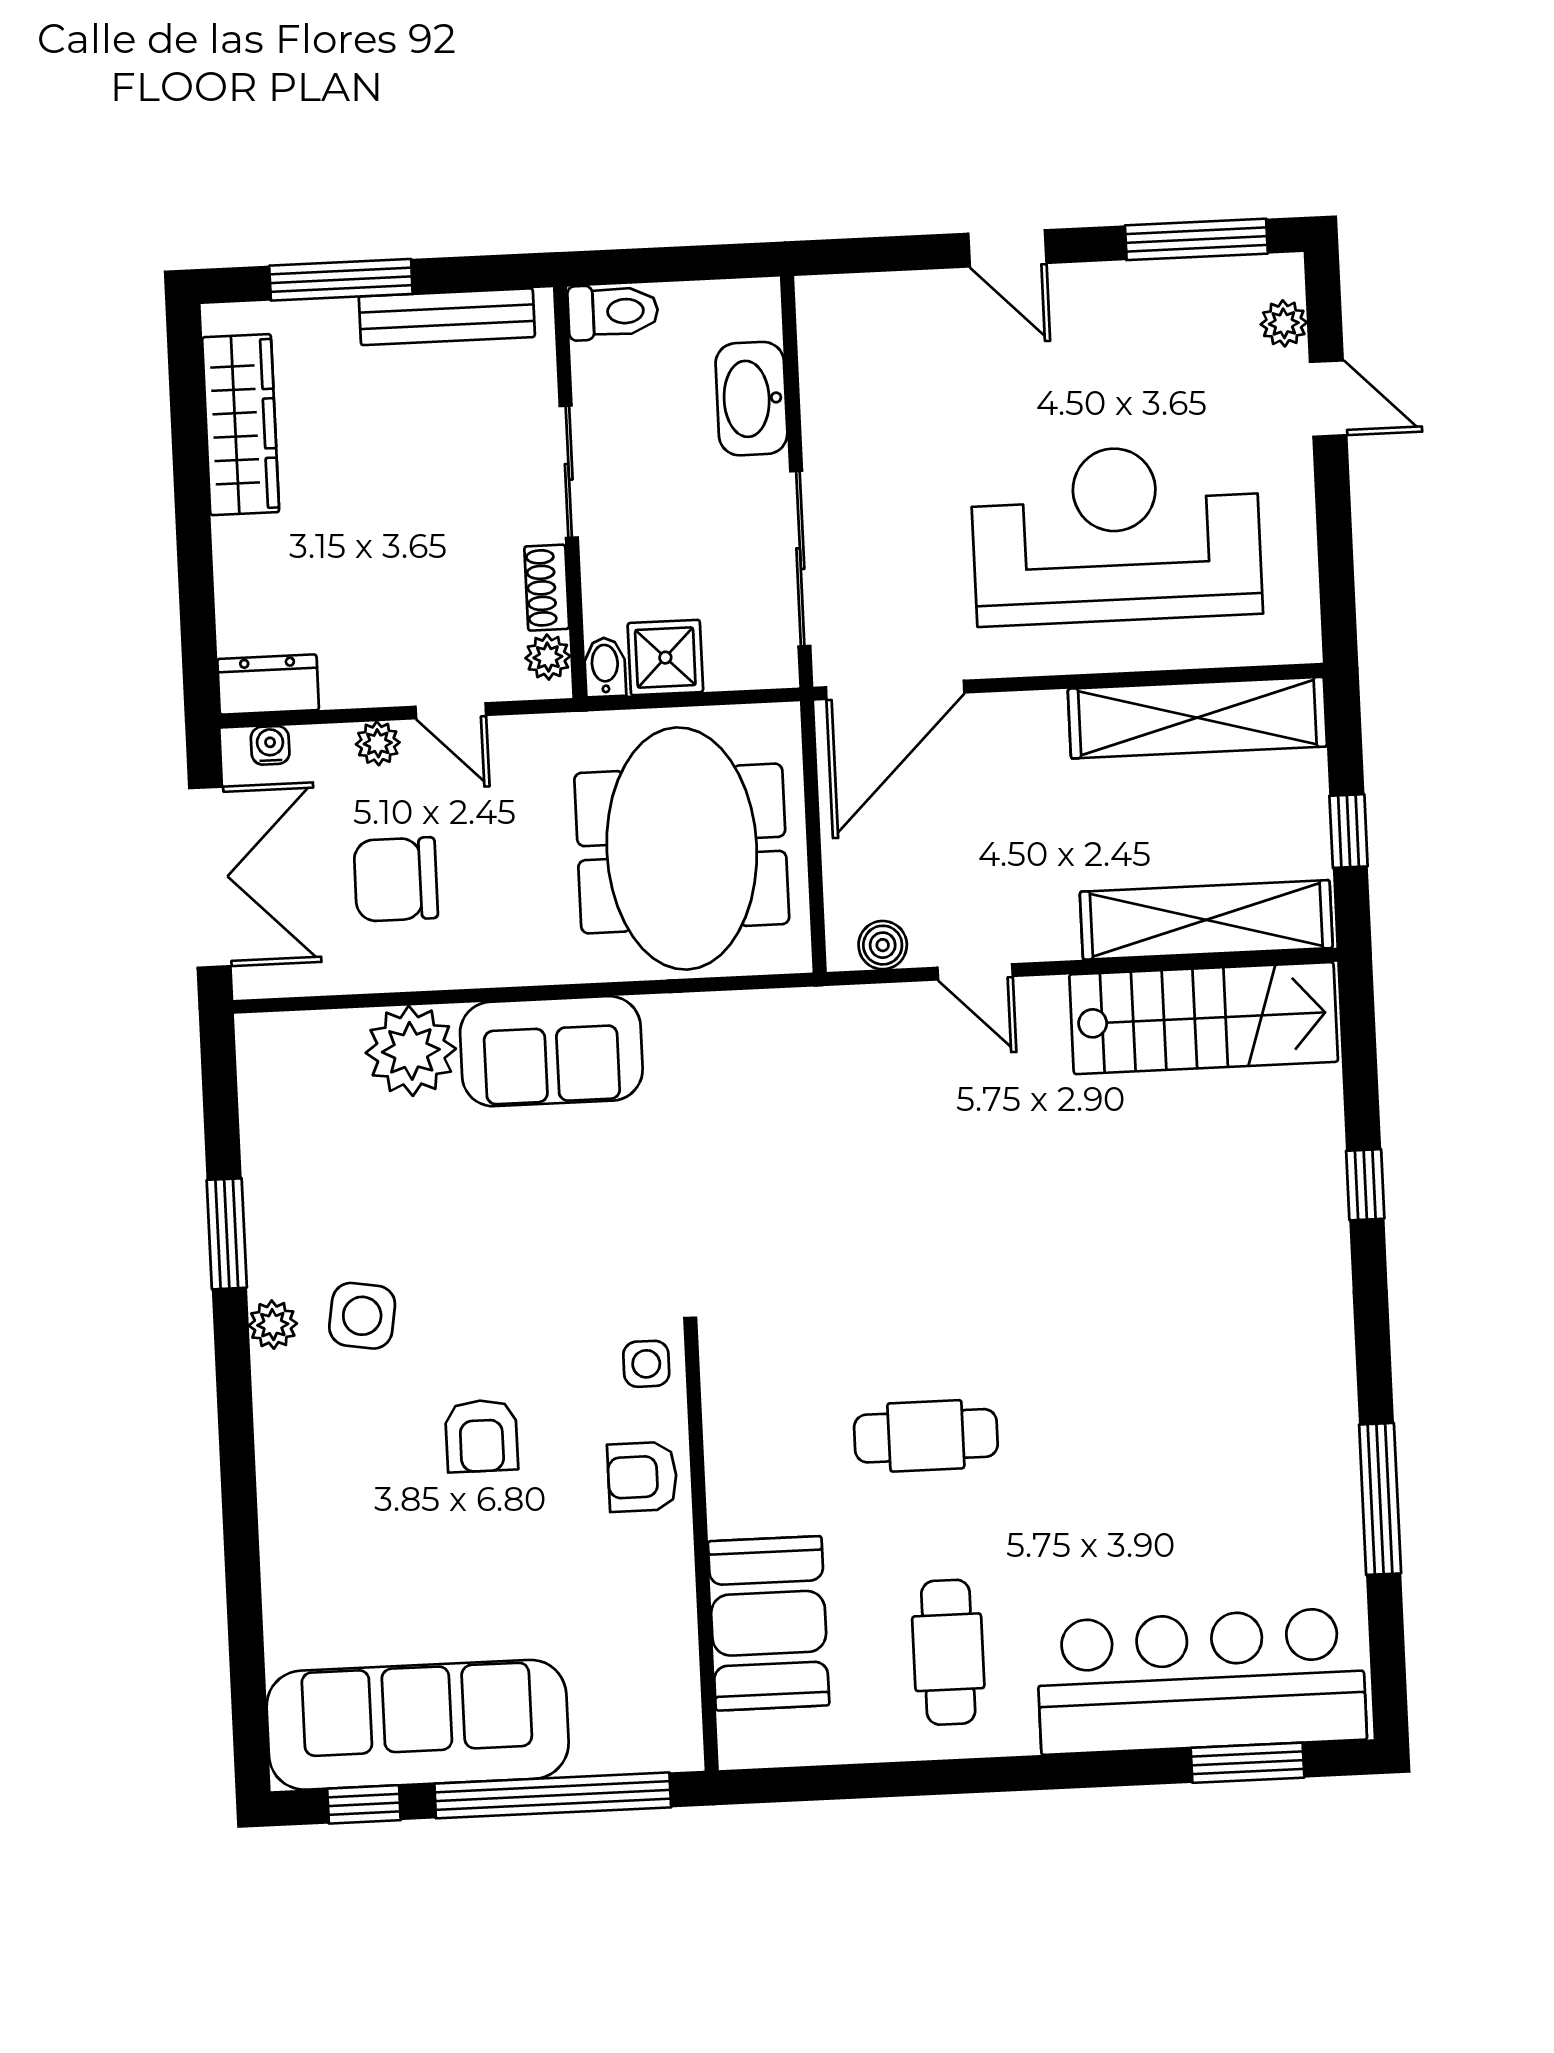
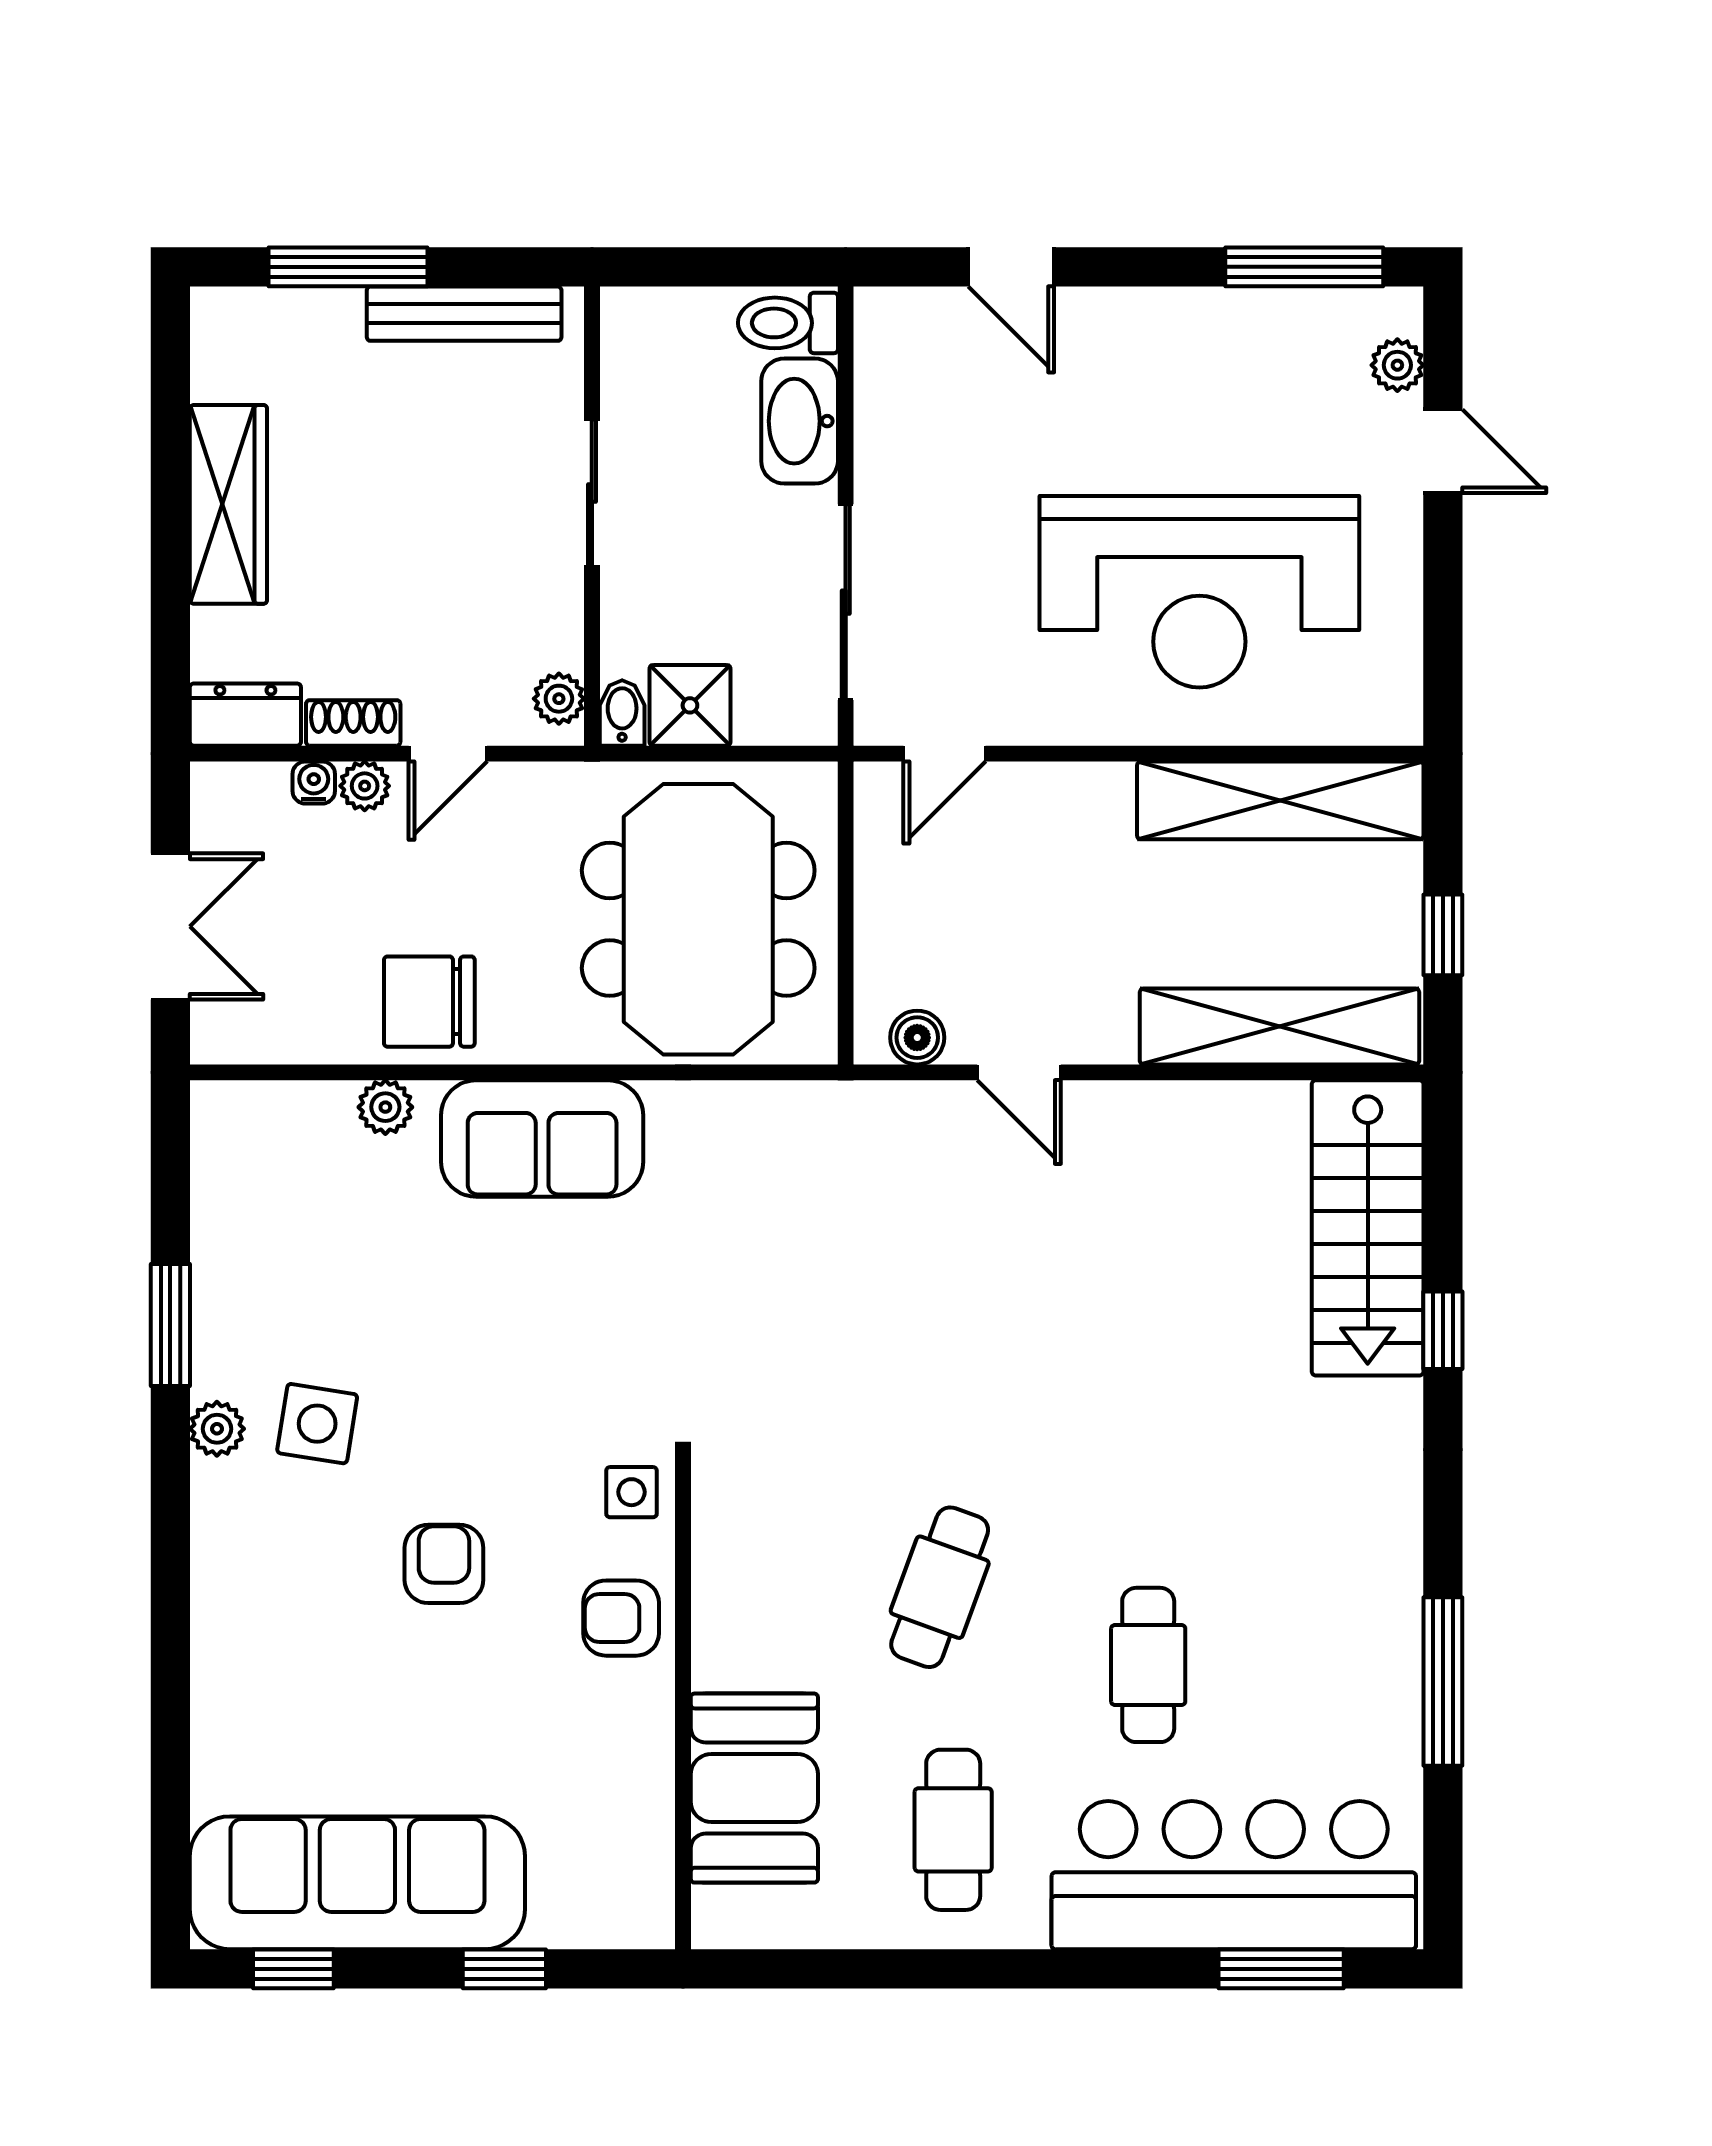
door: (1007, 248) -> (1011, 267), moved
toilet: (613, 312) -> (788, 323), moved, turned 180
wardrobe: (241, 425) -> (228, 504), moved
reception desk: (1116, 534) -> (1199, 592), turned 180
shoe rack: (547, 588) -> (353, 723), moved, turned 90
door: (895, 690) -> (945, 754), width x0.53
door: (451, 711) -> (448, 754), hinge flipped
water cooler: (270, 745) -> (314, 783), moved
double door: (210, 877) -> (170, 926), width x0.73
chair: (396, 879) -> (429, 1002), moved
stairs: (1204, 1018) -> (1368, 1228), moved, turned 90
plant: (411, 1051) -> (385, 1107), width x0.53, depth x0.53
armchair: (481, 1436) -> (444, 1564), turned 180
cafe table: (926, 1436) -> (940, 1587), turned -70
cafe table: (1116, 1497) -> (1148, 1665), added
window: (553, 1795) -> (504, 1969), width x0.32

